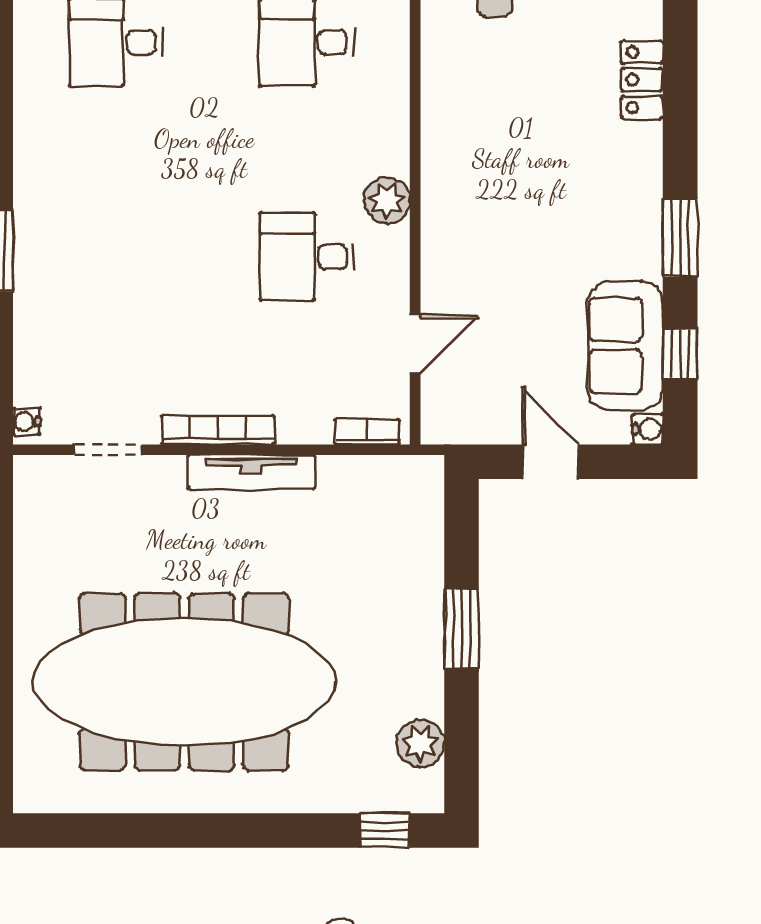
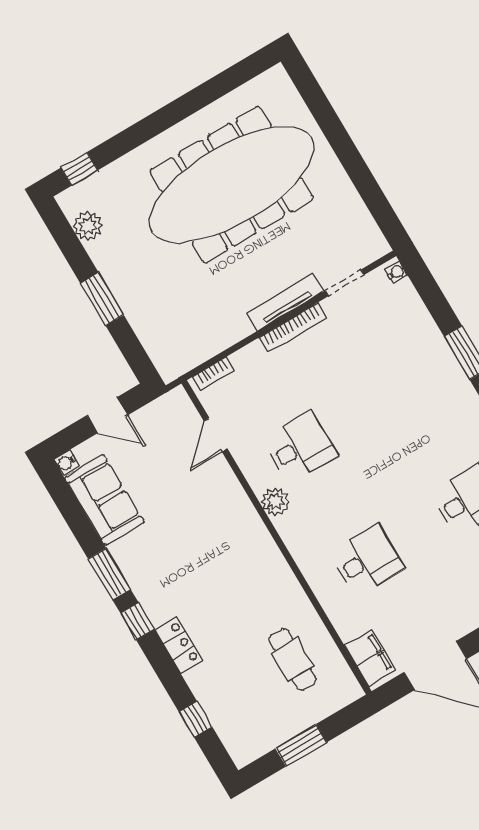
window: (680, 354) -> (137, 621), moved
tv unit: (251, 472) -> (285, 302), moved

